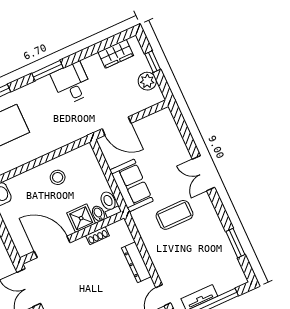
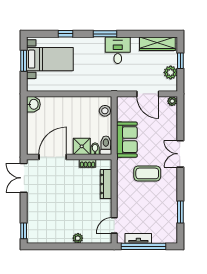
wardrobe: (116, 54) -> (157, 44), width x1.50
plant: (165, 115) -> (172, 101), added
door: (117, 126) -> (148, 94), moved
stool: (58, 177) -> (105, 111), moved
door: (52, 247) -> (53, 157), hinge flipped
dresser: (136, 262) -> (106, 184), moved

